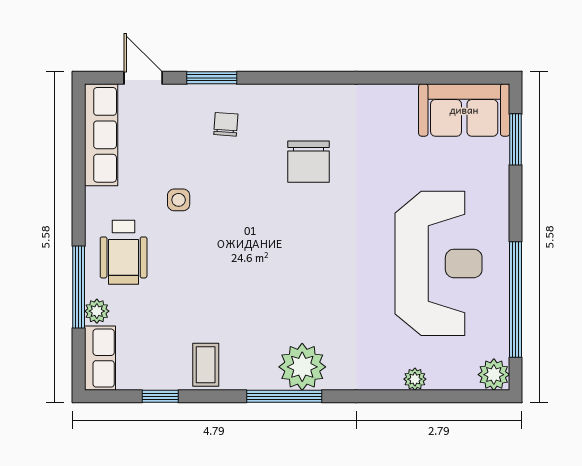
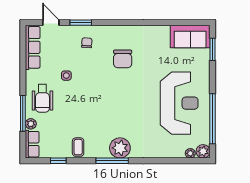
plant: (415, 379) -> (190, 153), moved

